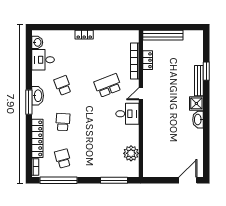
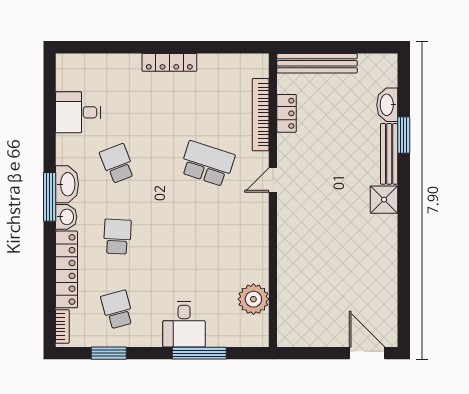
locker: (84, 35) -> (169, 62), width x1.53
washbasin: (37, 42) -> (66, 217), moved
school desk: (108, 85) -> (207, 164), turned 39
desk: (127, 114) -> (184, 324), moved, turned 90
washbasin: (198, 120) -> (387, 105), moved
window: (59, 180) -> (109, 353), width x0.47
window: (114, 180) -> (199, 353), moved
door: (188, 180) -> (367, 353), hinge flipped

